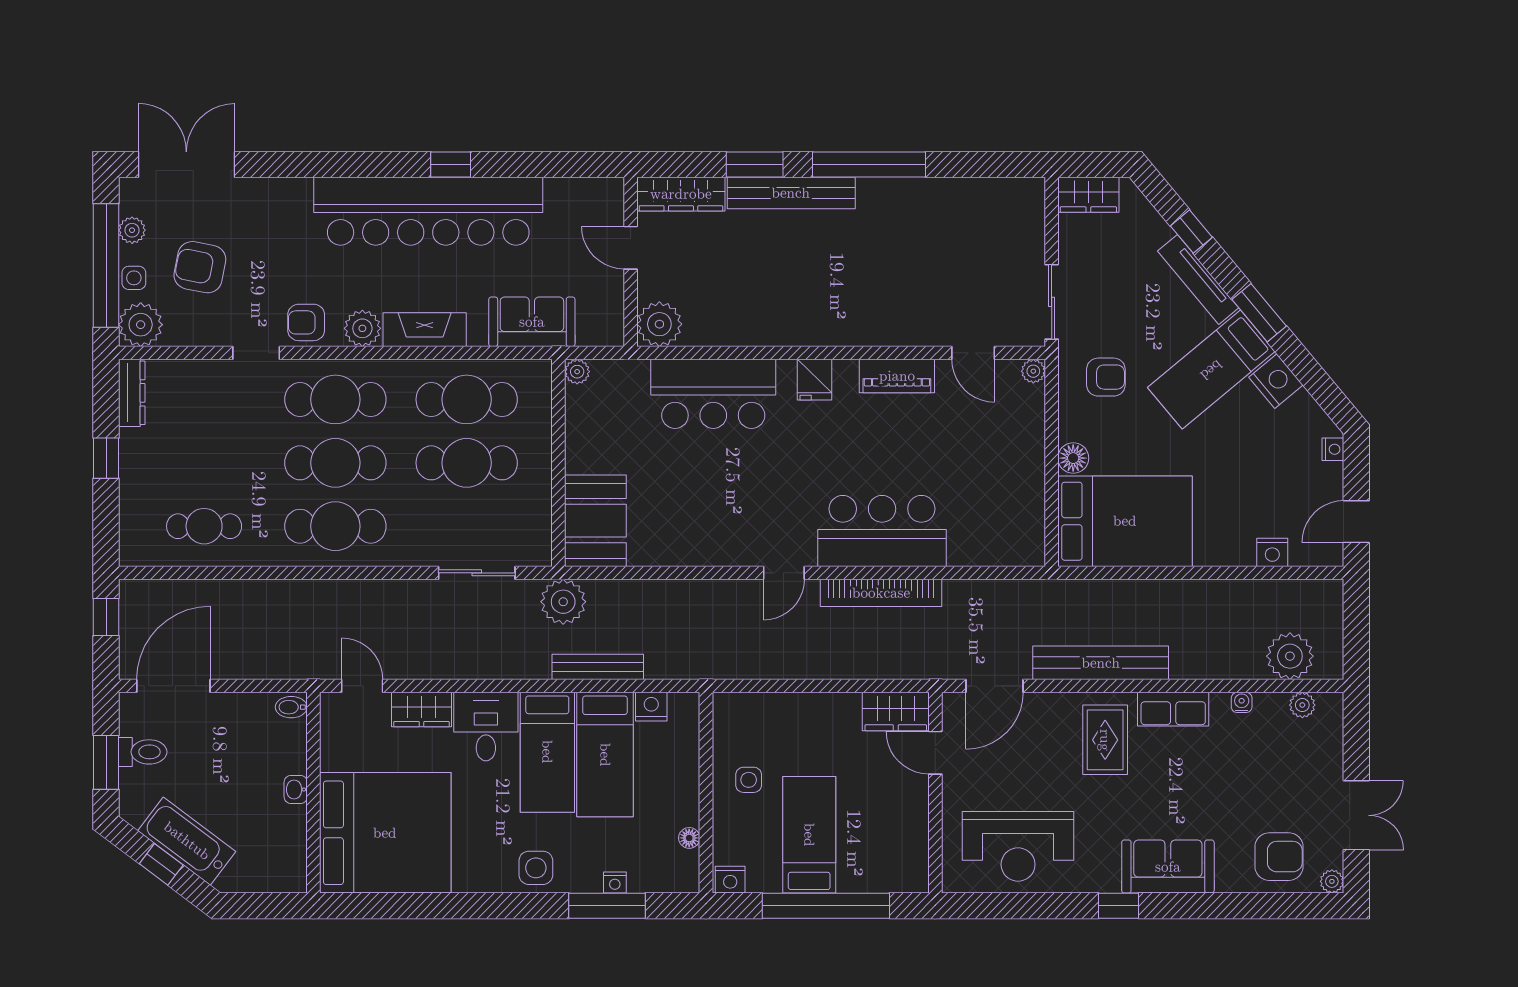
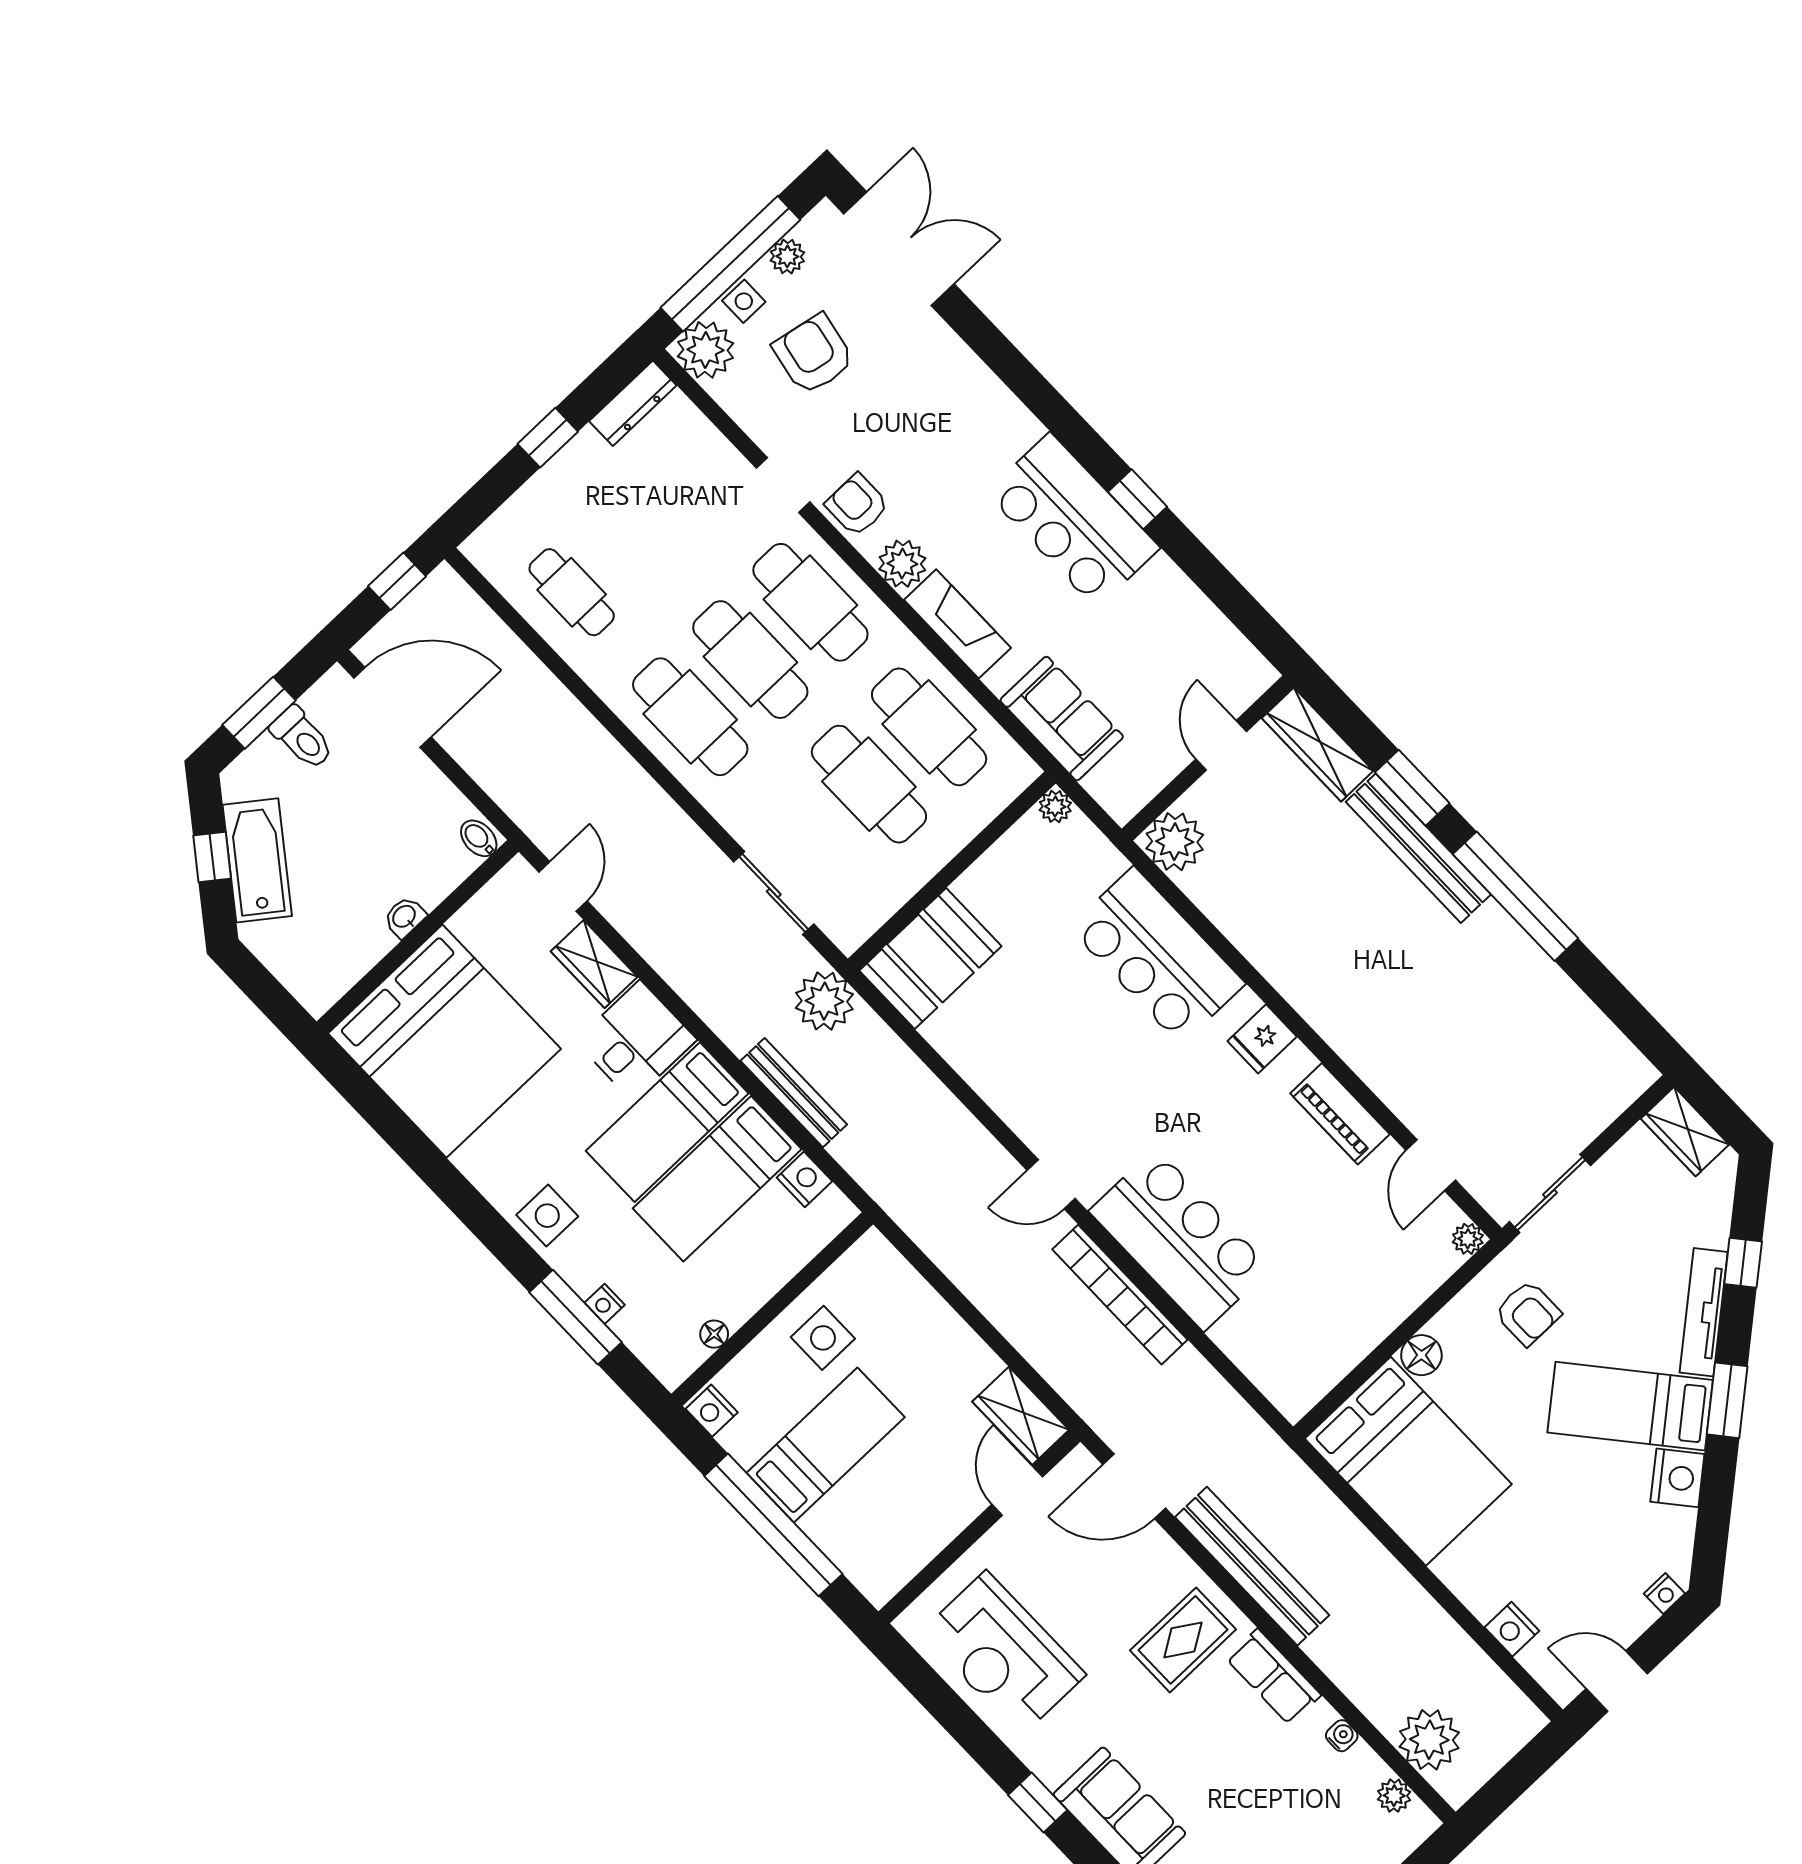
bar counter: (428, 211) -> (1073, 520), width x0.54
side table: (749, 780) -> (823, 1338), width x1.37, depth x1.37

